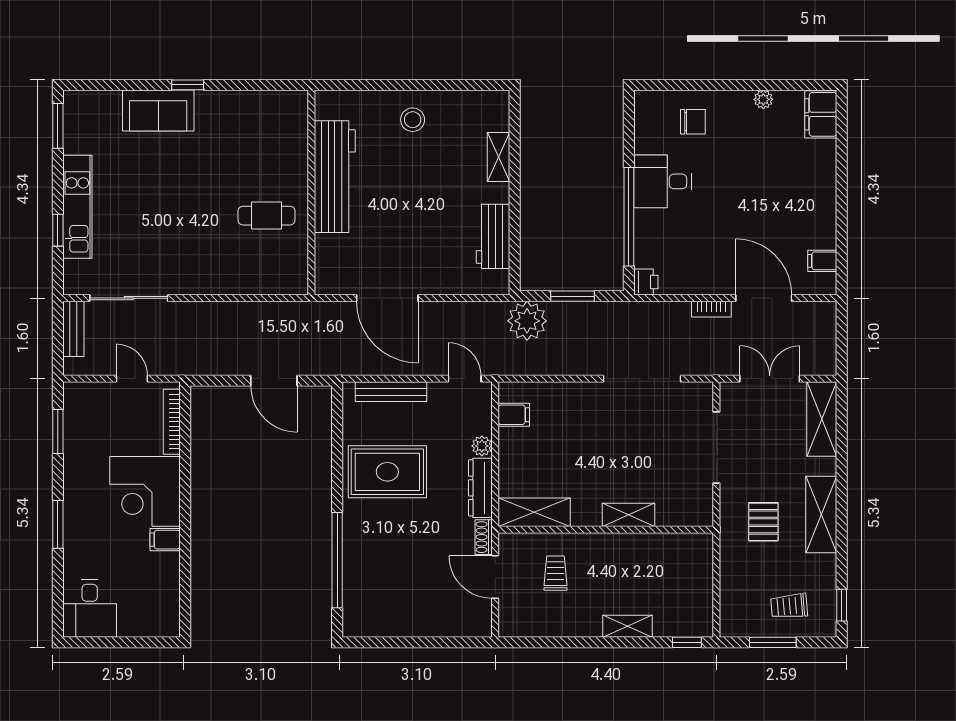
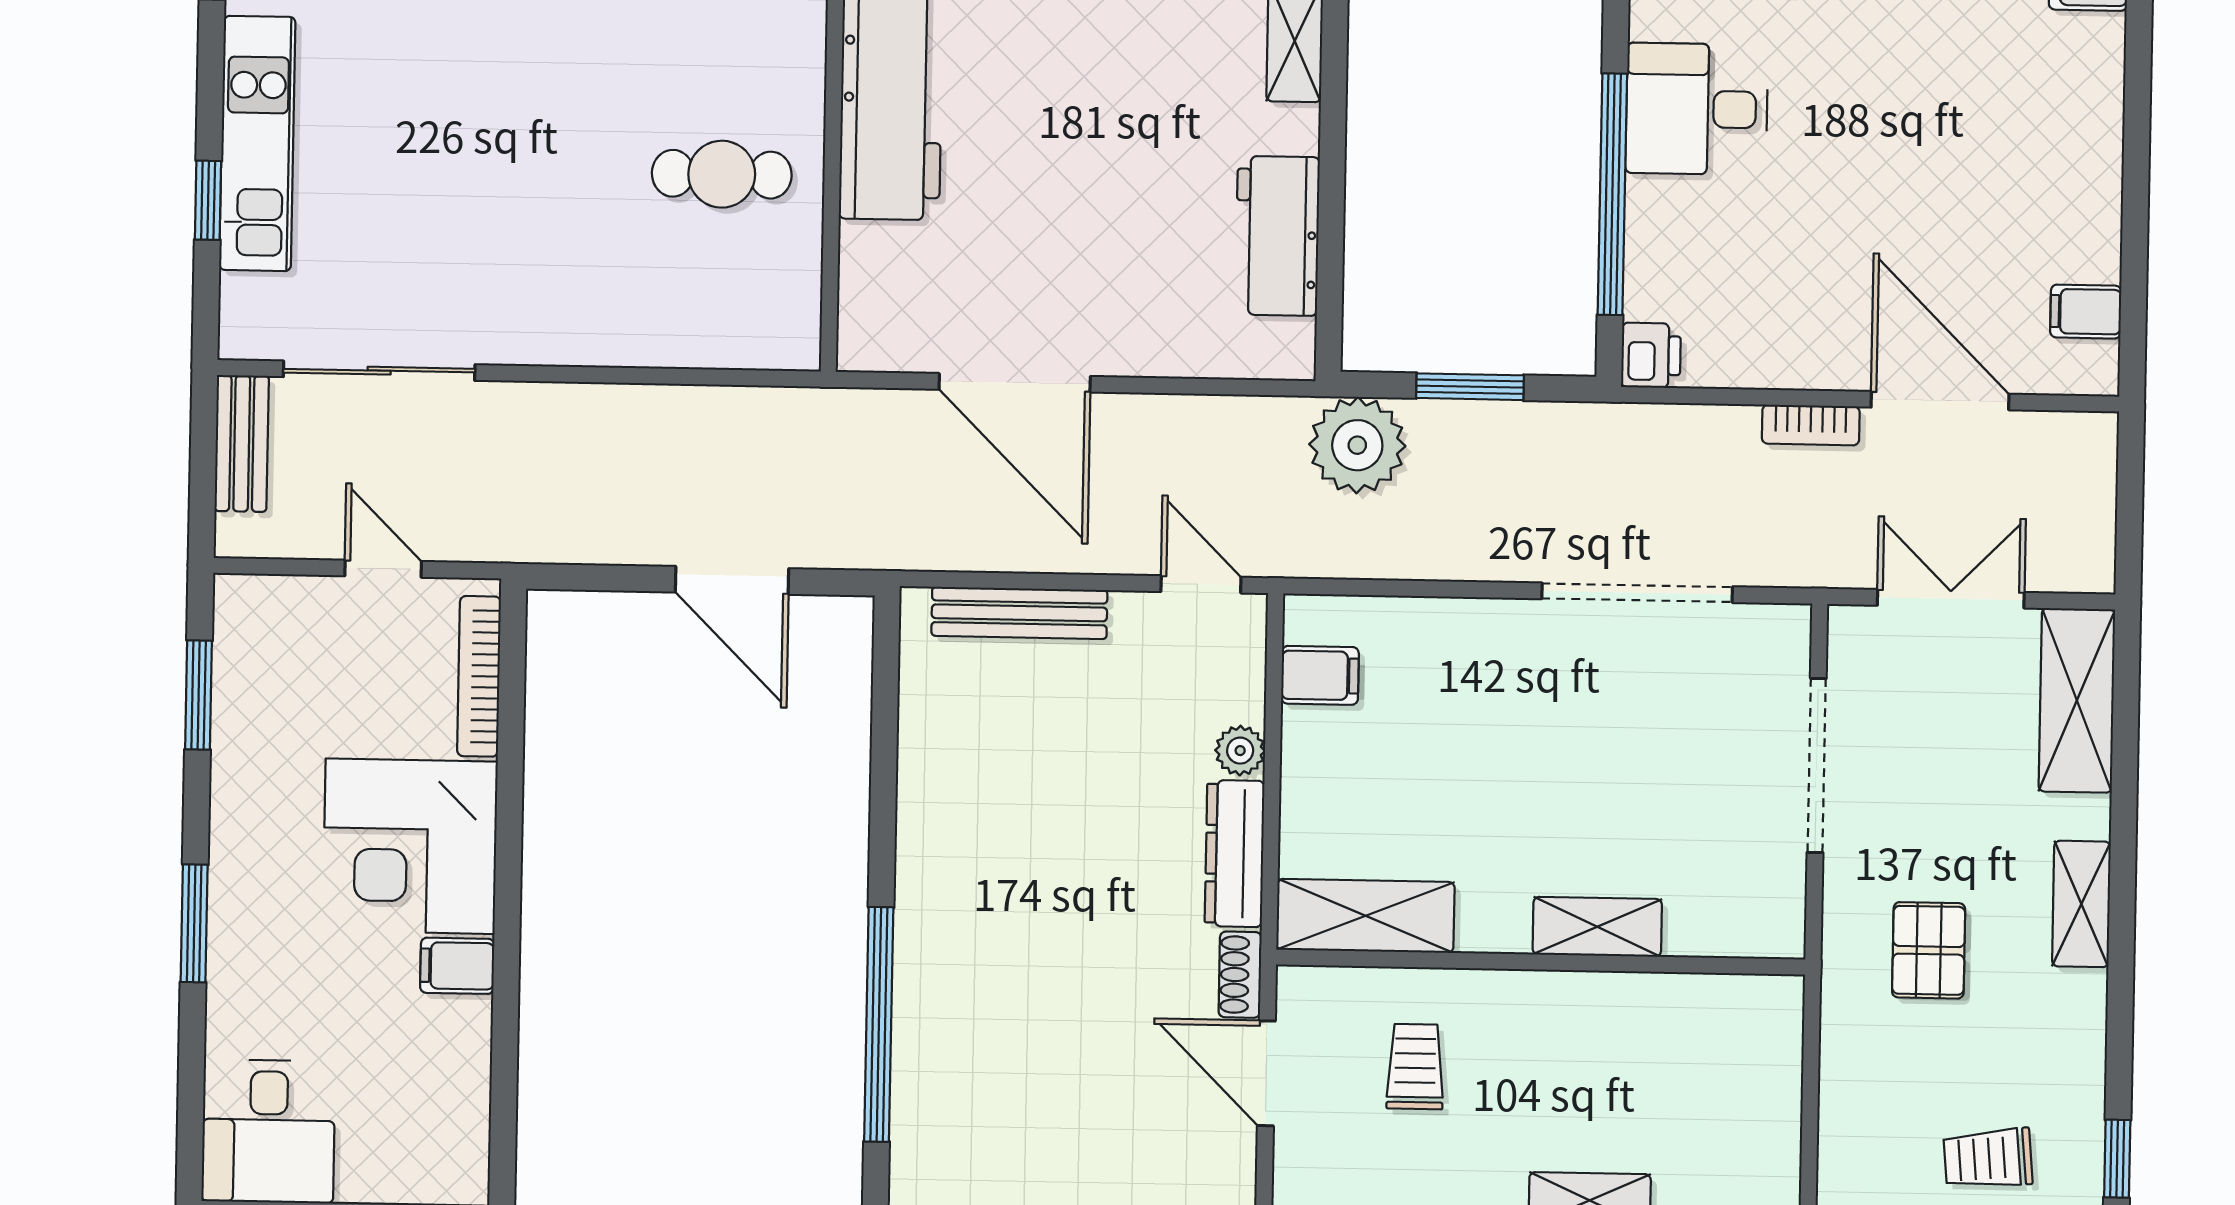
rug: (387, 472) -> (1007, 810), removed
shelving: (821, 515) -> (2081, 904), width x0.67, depth x0.75

